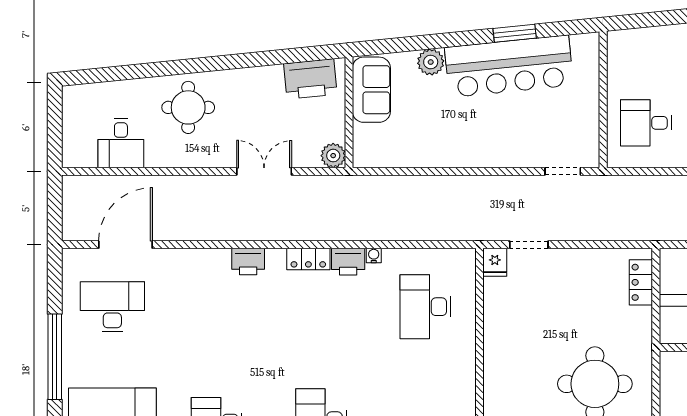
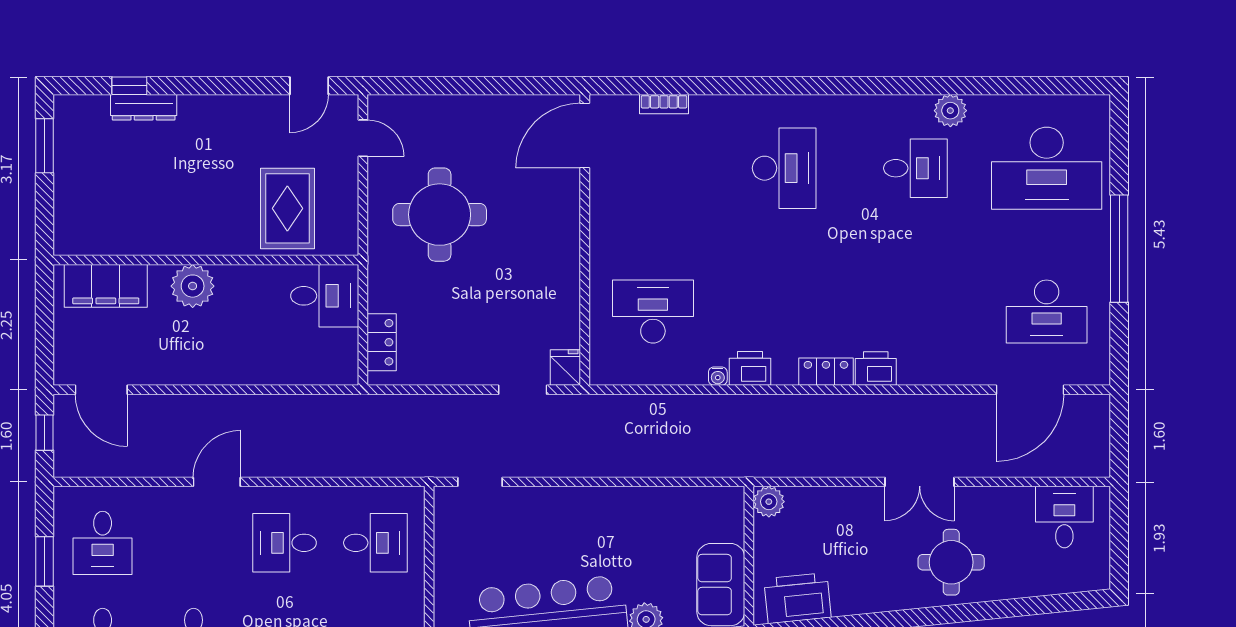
desk: (121, 143) -> (1064, 517), moved
double door: (264, 171) -> (920, 482), moved
locker: (308, 259) -> (826, 372), moved
desk: (425, 307) -> (653, 312), turned -90

